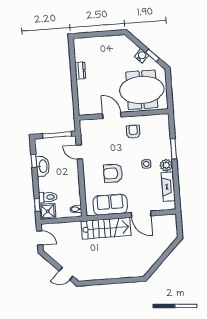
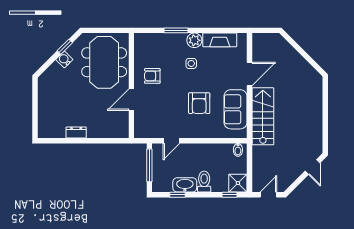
toilet: (48, 197) -> (204, 182), moved

